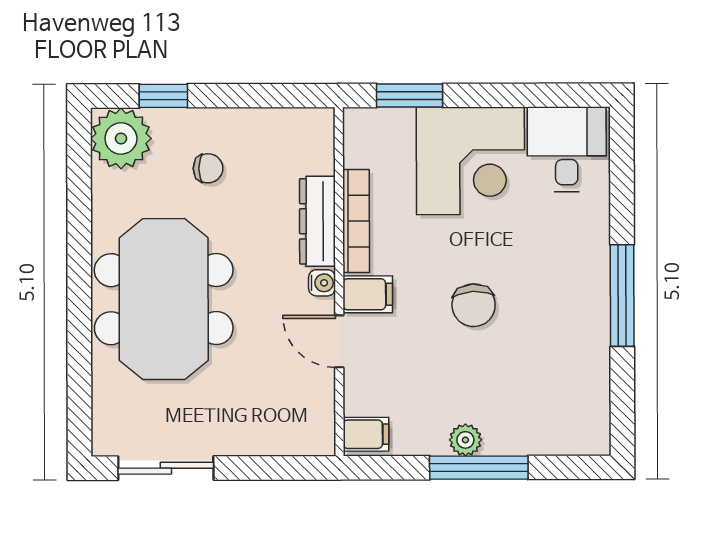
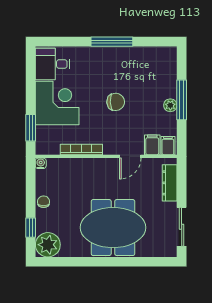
chair: (208, 168) -> (44, 202), moved
dresser: (317, 221) -> (170, 183), moved, turned 90
water cooler: (322, 283) -> (41, 163), moved
filing cabinet: (368, 294) -> (152, 145), moved

